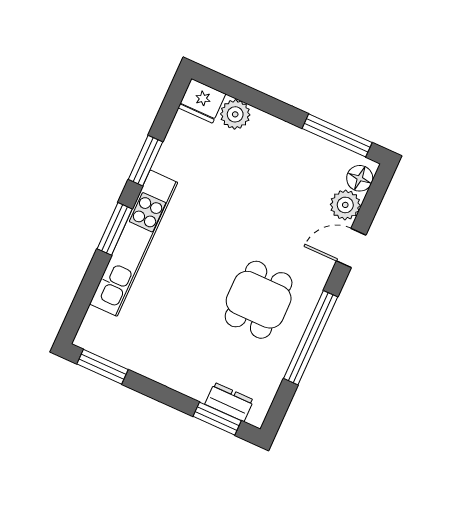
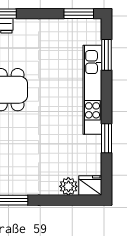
window: (115, 229) -> (106, 55), moved

